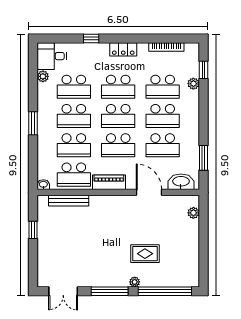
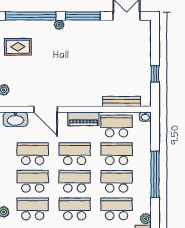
window: (33, 123) -> (155, 174), width x2.11
rug: (145, 254) -> (18, 47), moved

